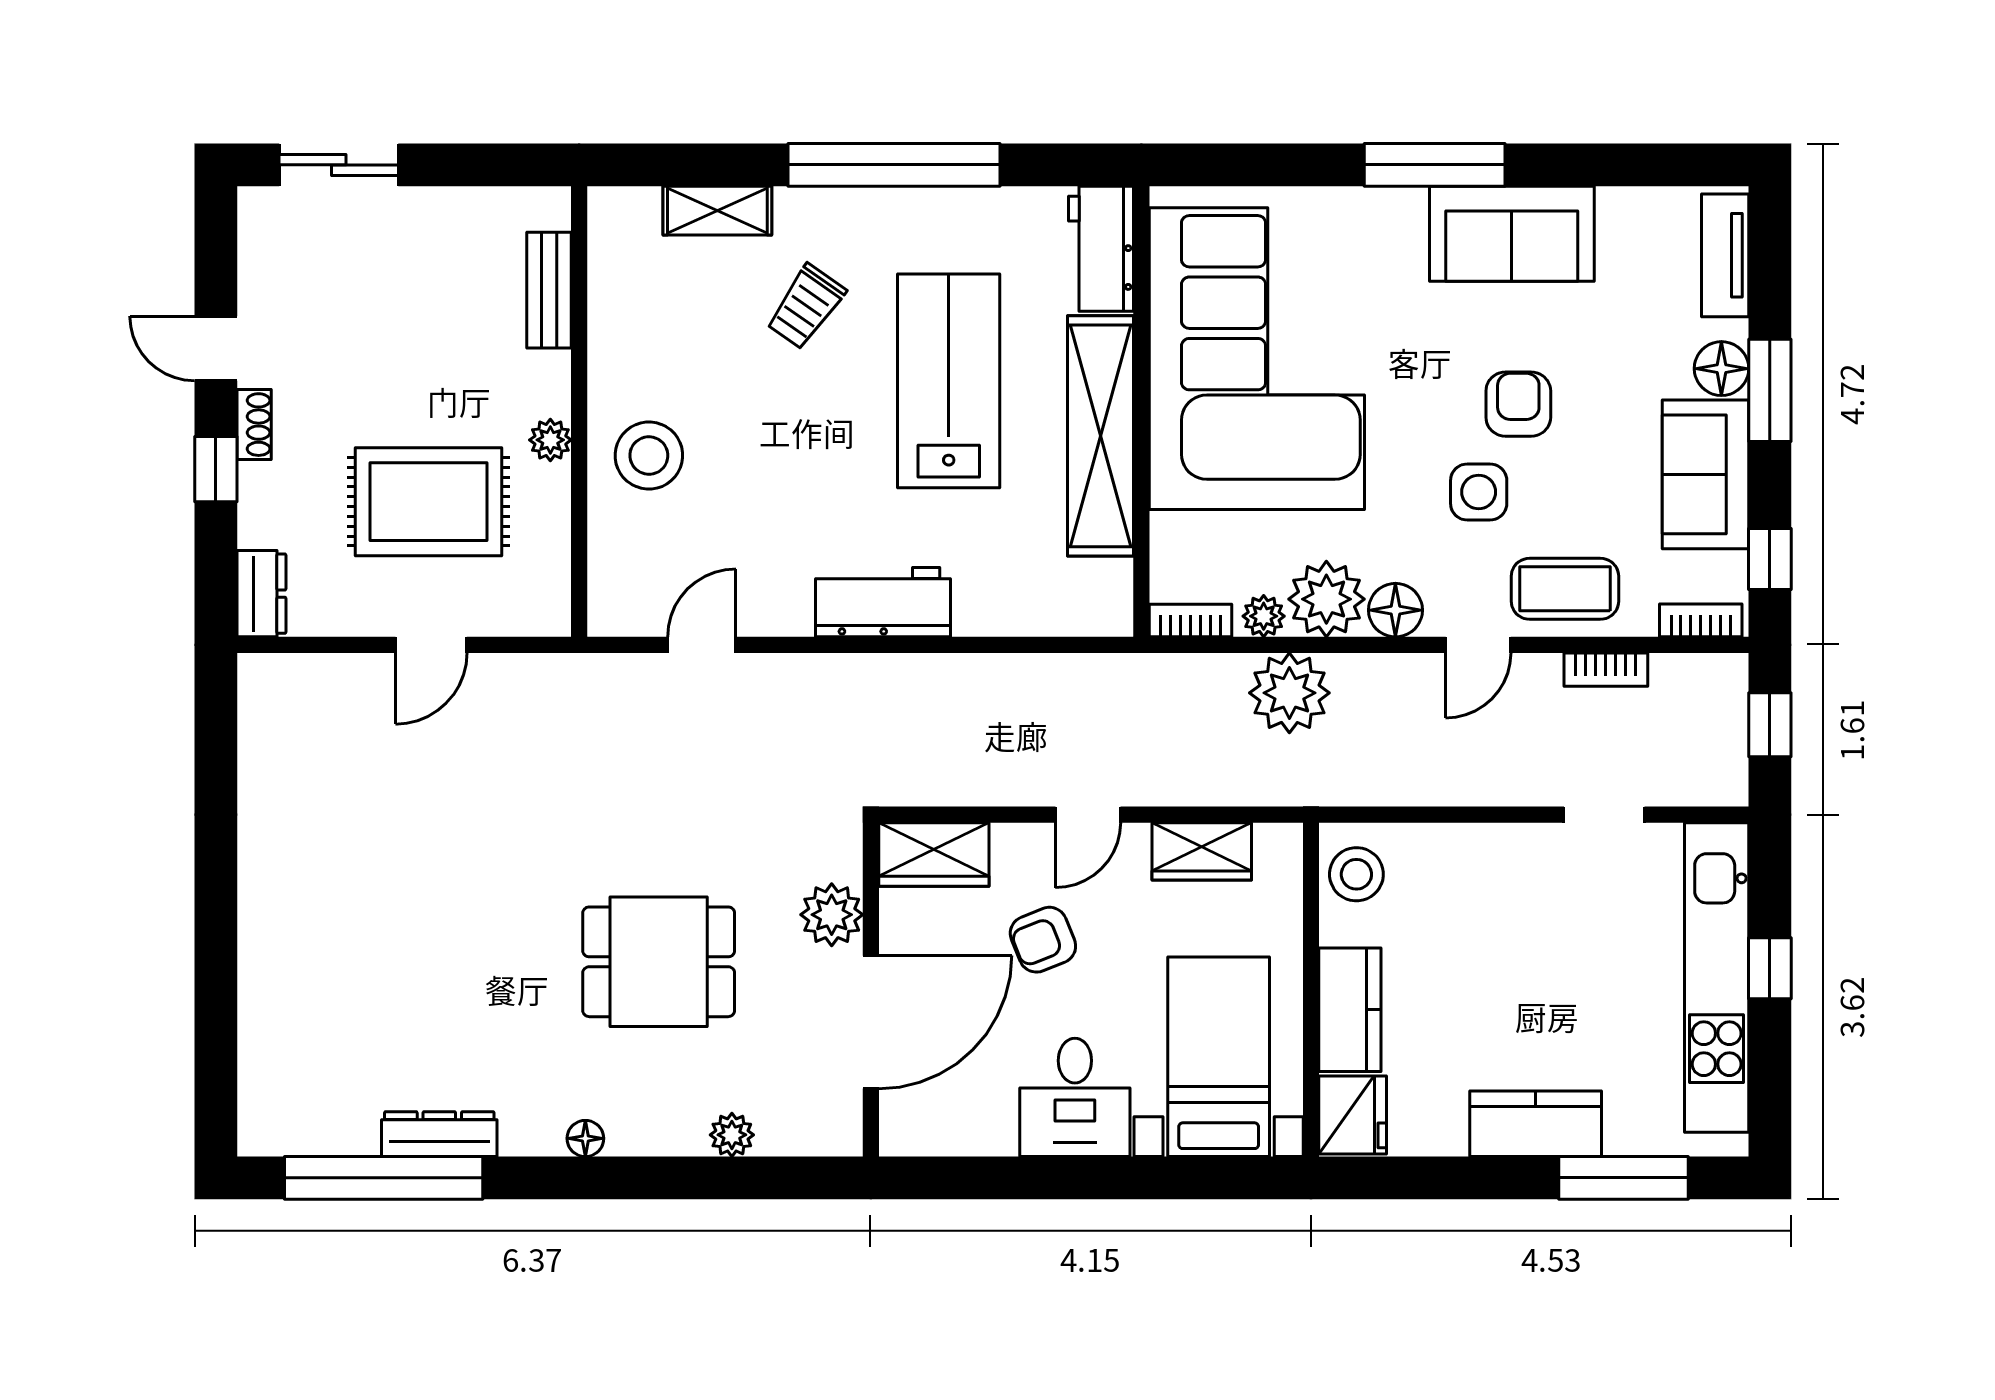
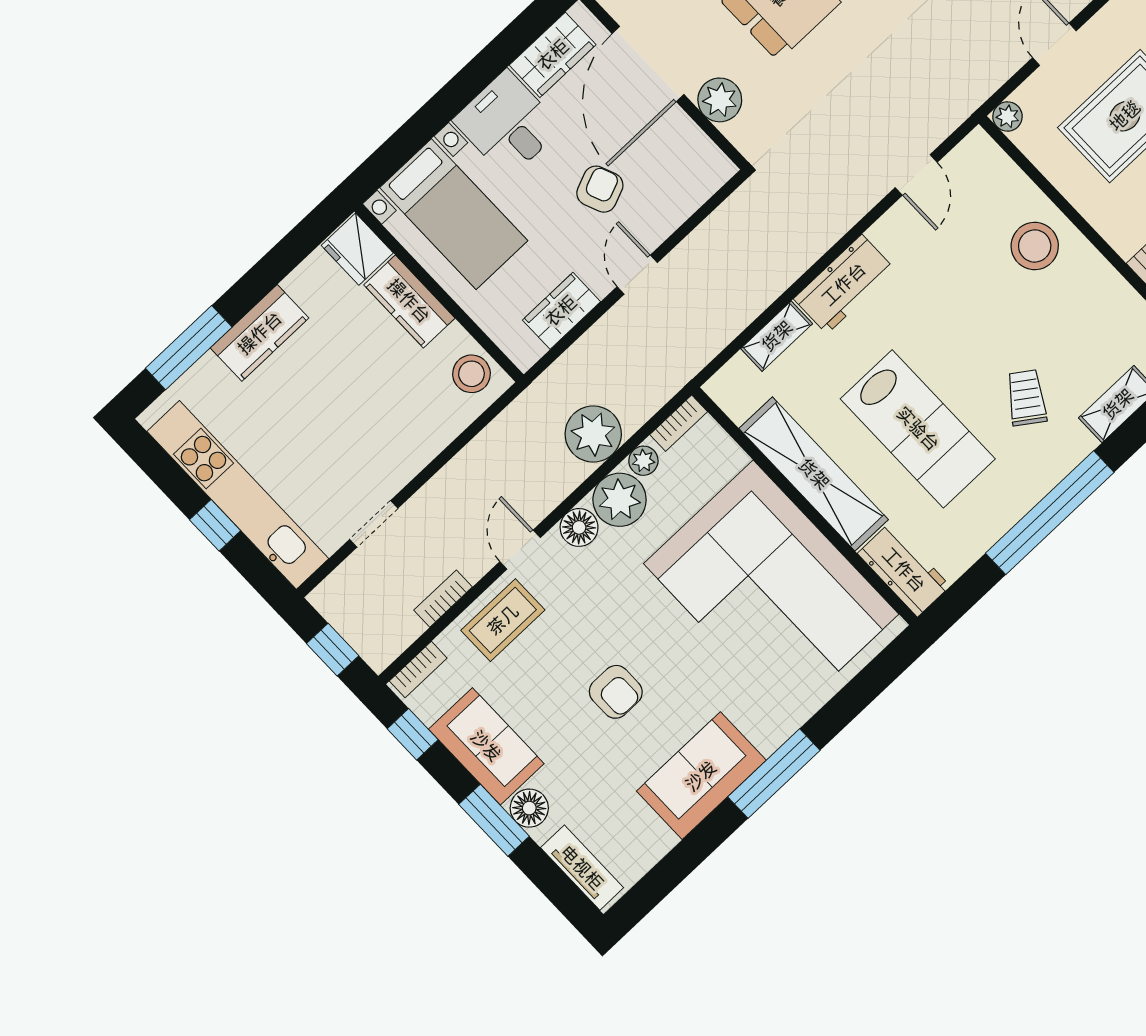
plant: (550, 440) -> (1007, 116), moved
side table: (1479, 492) -> (594, 628), removed
shelving: (1004, 615) -> (777, 336), added
wardrobe: (934, 855) -> (553, 55), moved, turned 180

